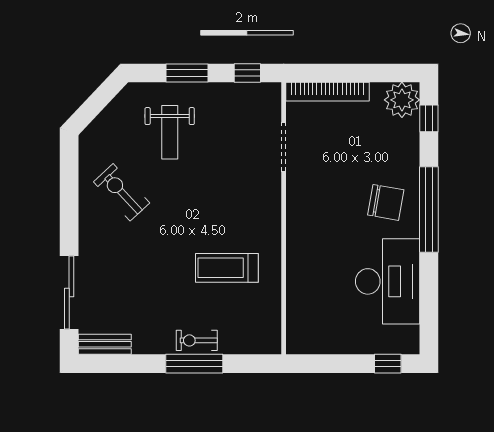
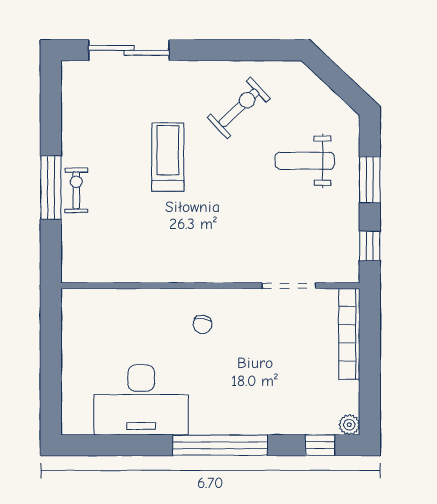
plant: (402, 100) -> (349, 425), width x0.53, depth x0.53
chair: (386, 202) -> (202, 324), moved, width x0.54, depth x0.54
treadmill: (227, 268) -> (168, 157), moved
bench: (105, 344) -> (72, 89), removed
window: (388, 364) -> (51, 400), removed

